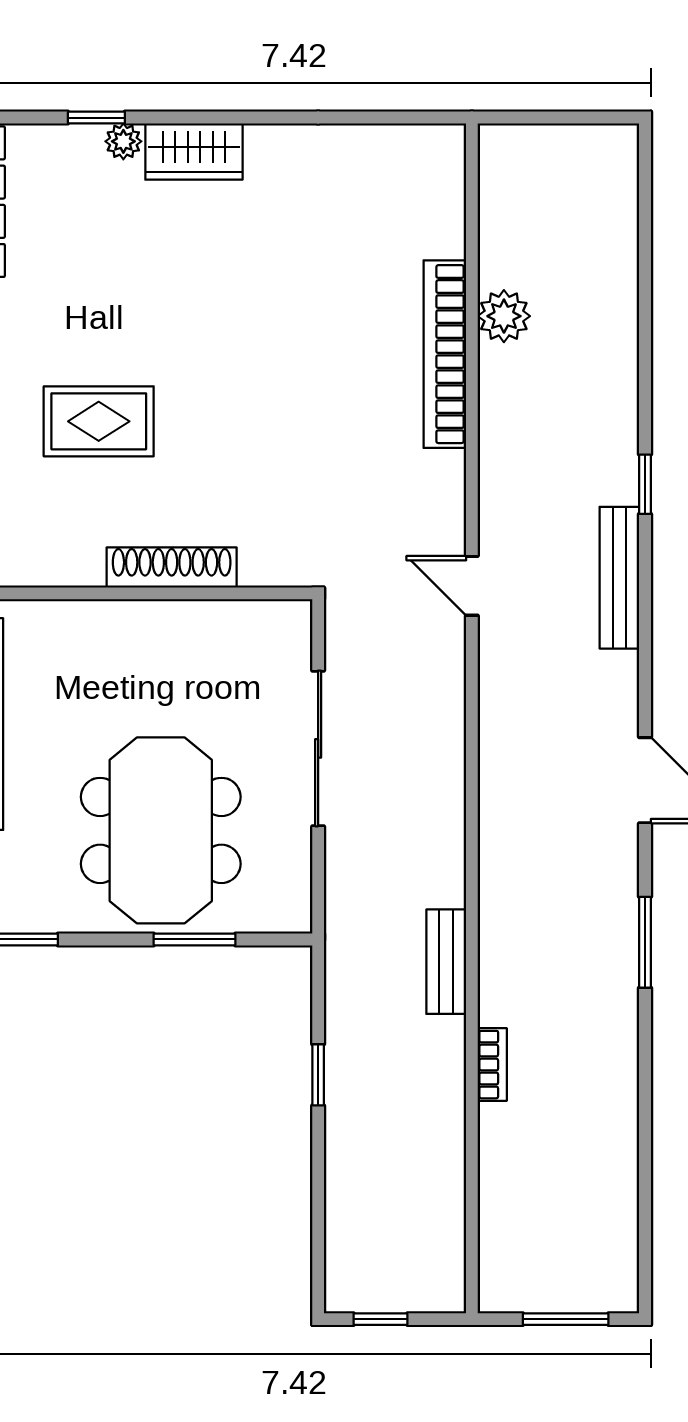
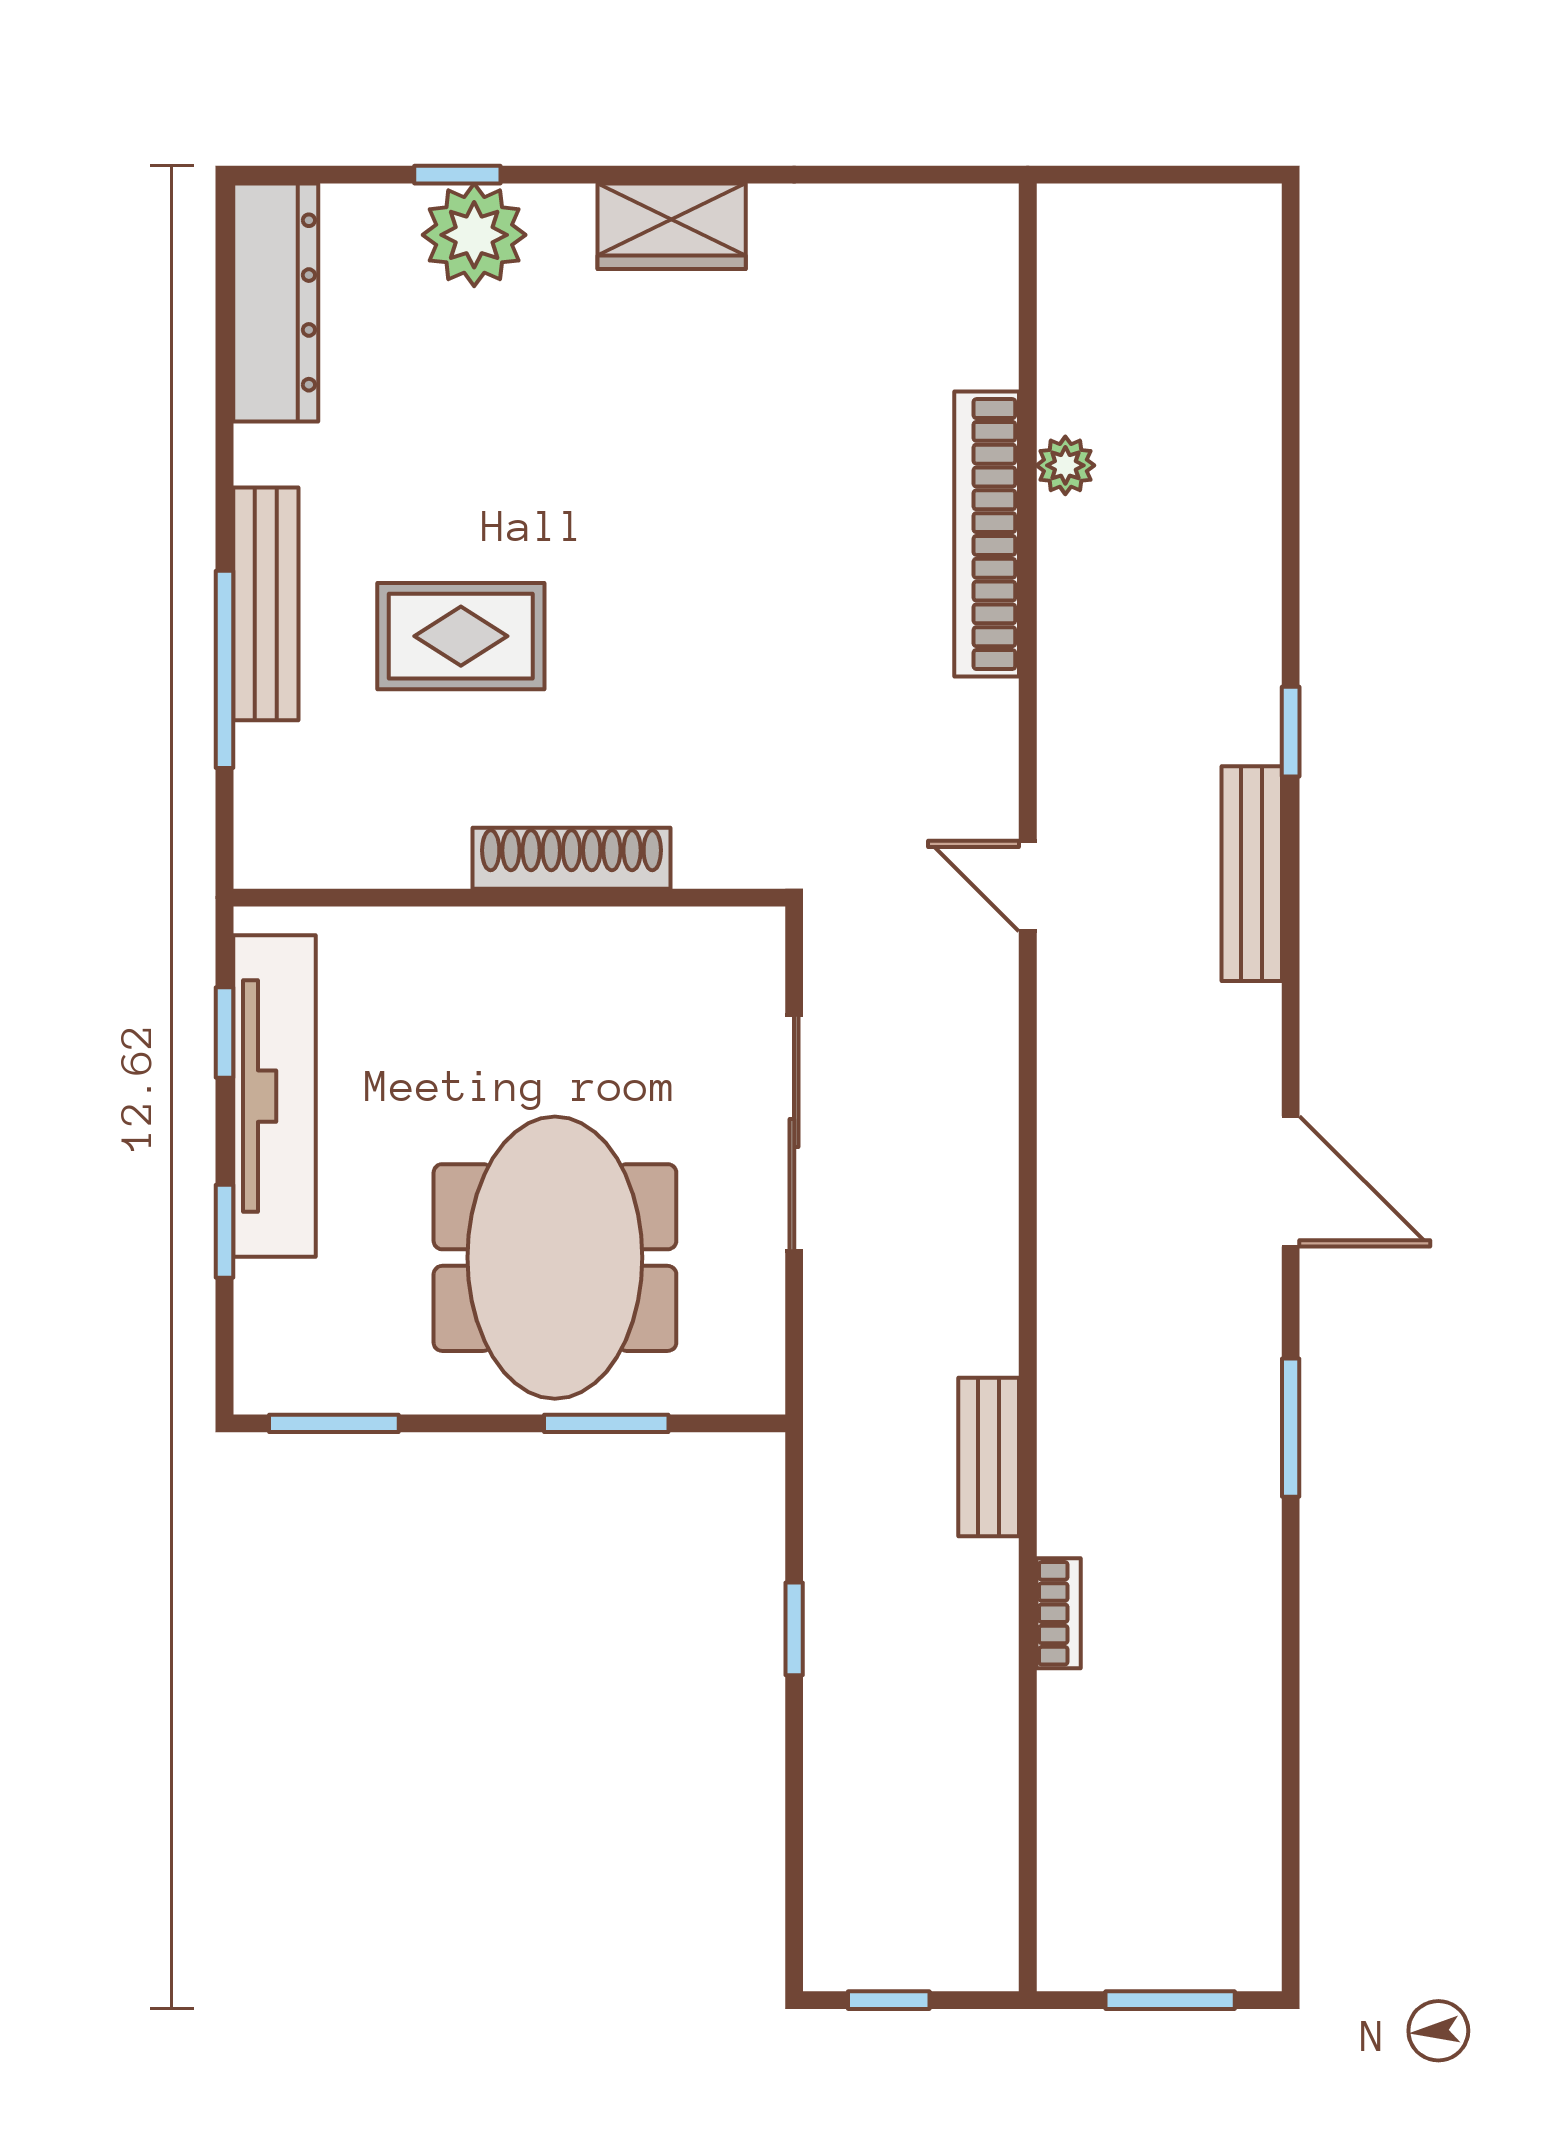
plant: (123, 141) -> (474, 235), width x1.88, depth x1.88
wardrobe: (194, 152) -> (672, 226), moved
plant: (504, 316) -> (1065, 465), width x0.73, depth x0.73

